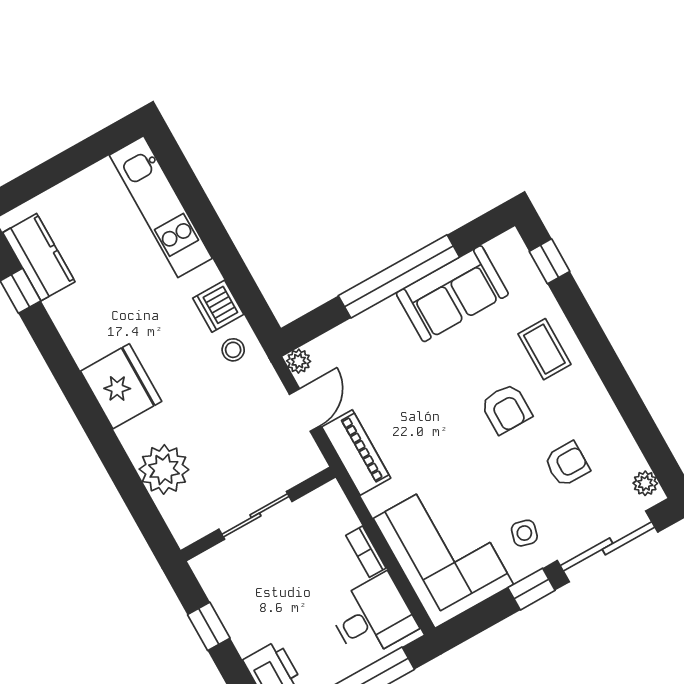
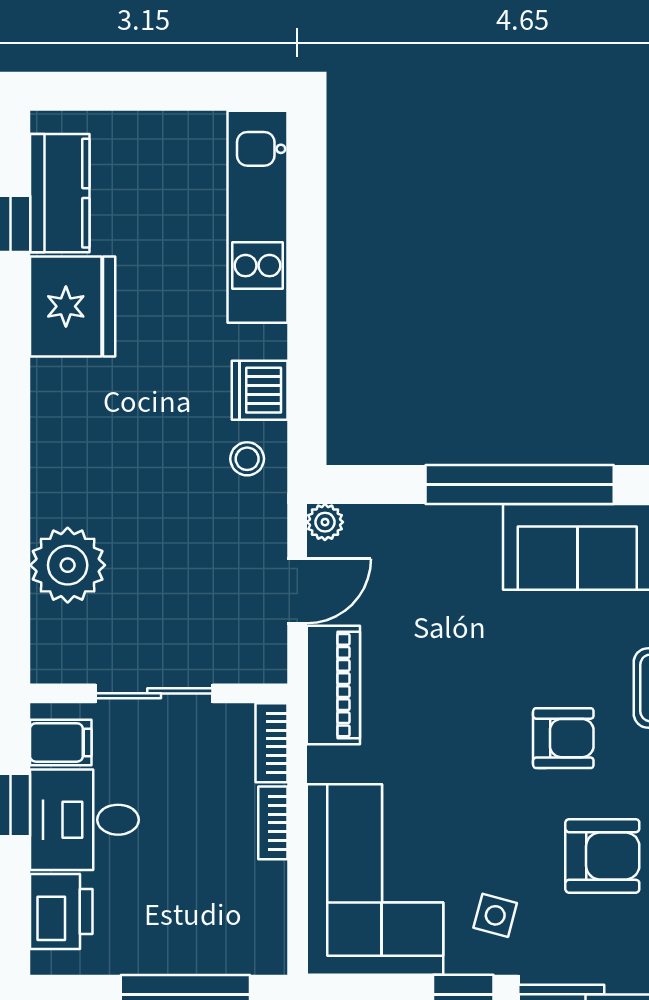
fridge: (121, 386) -> (73, 306), moved
armchair: (506, 409) -> (563, 738), turned -90
armchair: (567, 464) -> (602, 856), width x1.38, depth x1.38
bookcase: (339, 506) -> (272, 743), added
filing cabinet: (217, 574) -> (61, 742), added
desk: (372, 617) -> (84, 820), moved, turned 180

